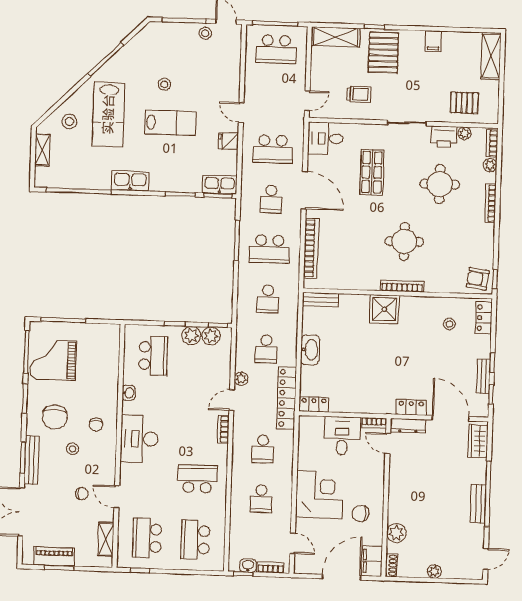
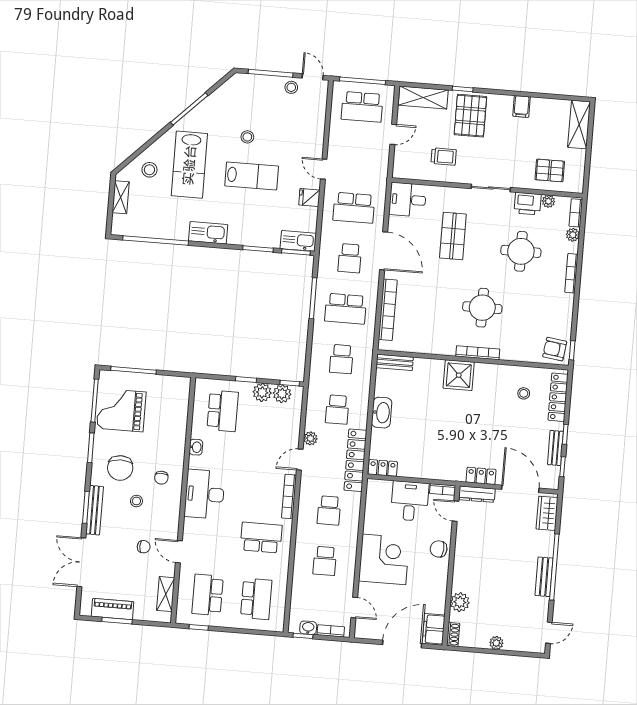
door: (307, 101) -> (393, 134), moved
locker: (484, 318) -> (558, 397), width x1.53
bookcase: (223, 429) -> (289, 497), width x1.56
chair: (360, 513) -> (439, 549), moved
school desk: (195, 540) -> (256, 599), turned 180

